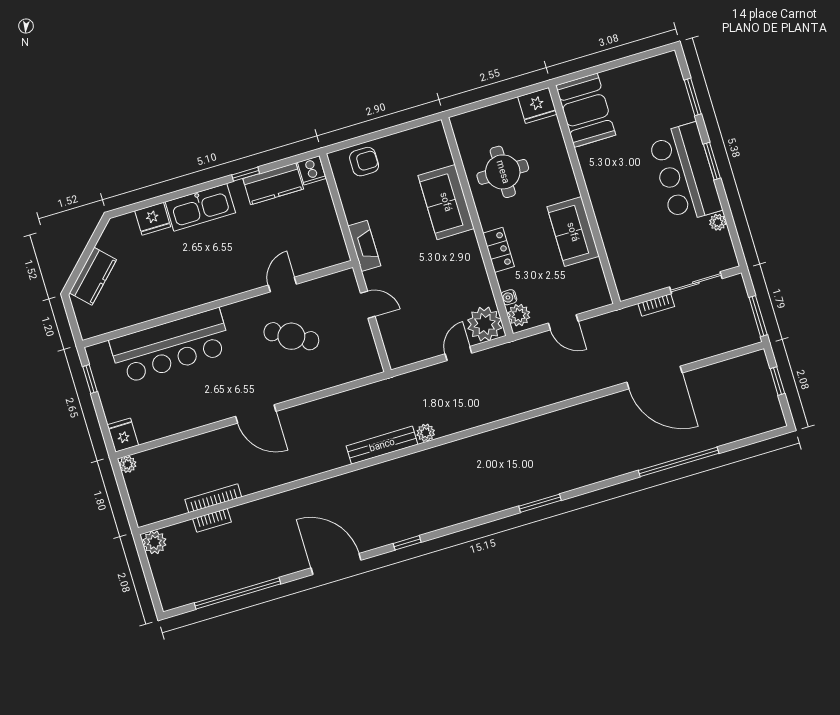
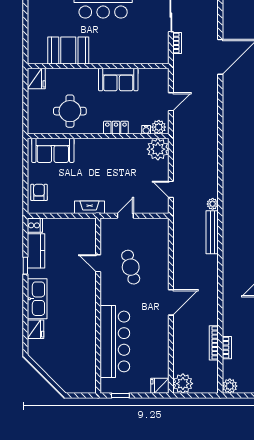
booth: (586, 110) -> (68, 50), moved
sofa: (446, 202) -> (53, 150), moved
kitchen counter: (93, 276) -> (59, 375), removed
cafe table: (291, 336) -> (131, 267), turned -45
door: (458, 353) -> (171, 189), moved
plant: (128, 464) -> (183, 384), width x1.87, depth x1.87

